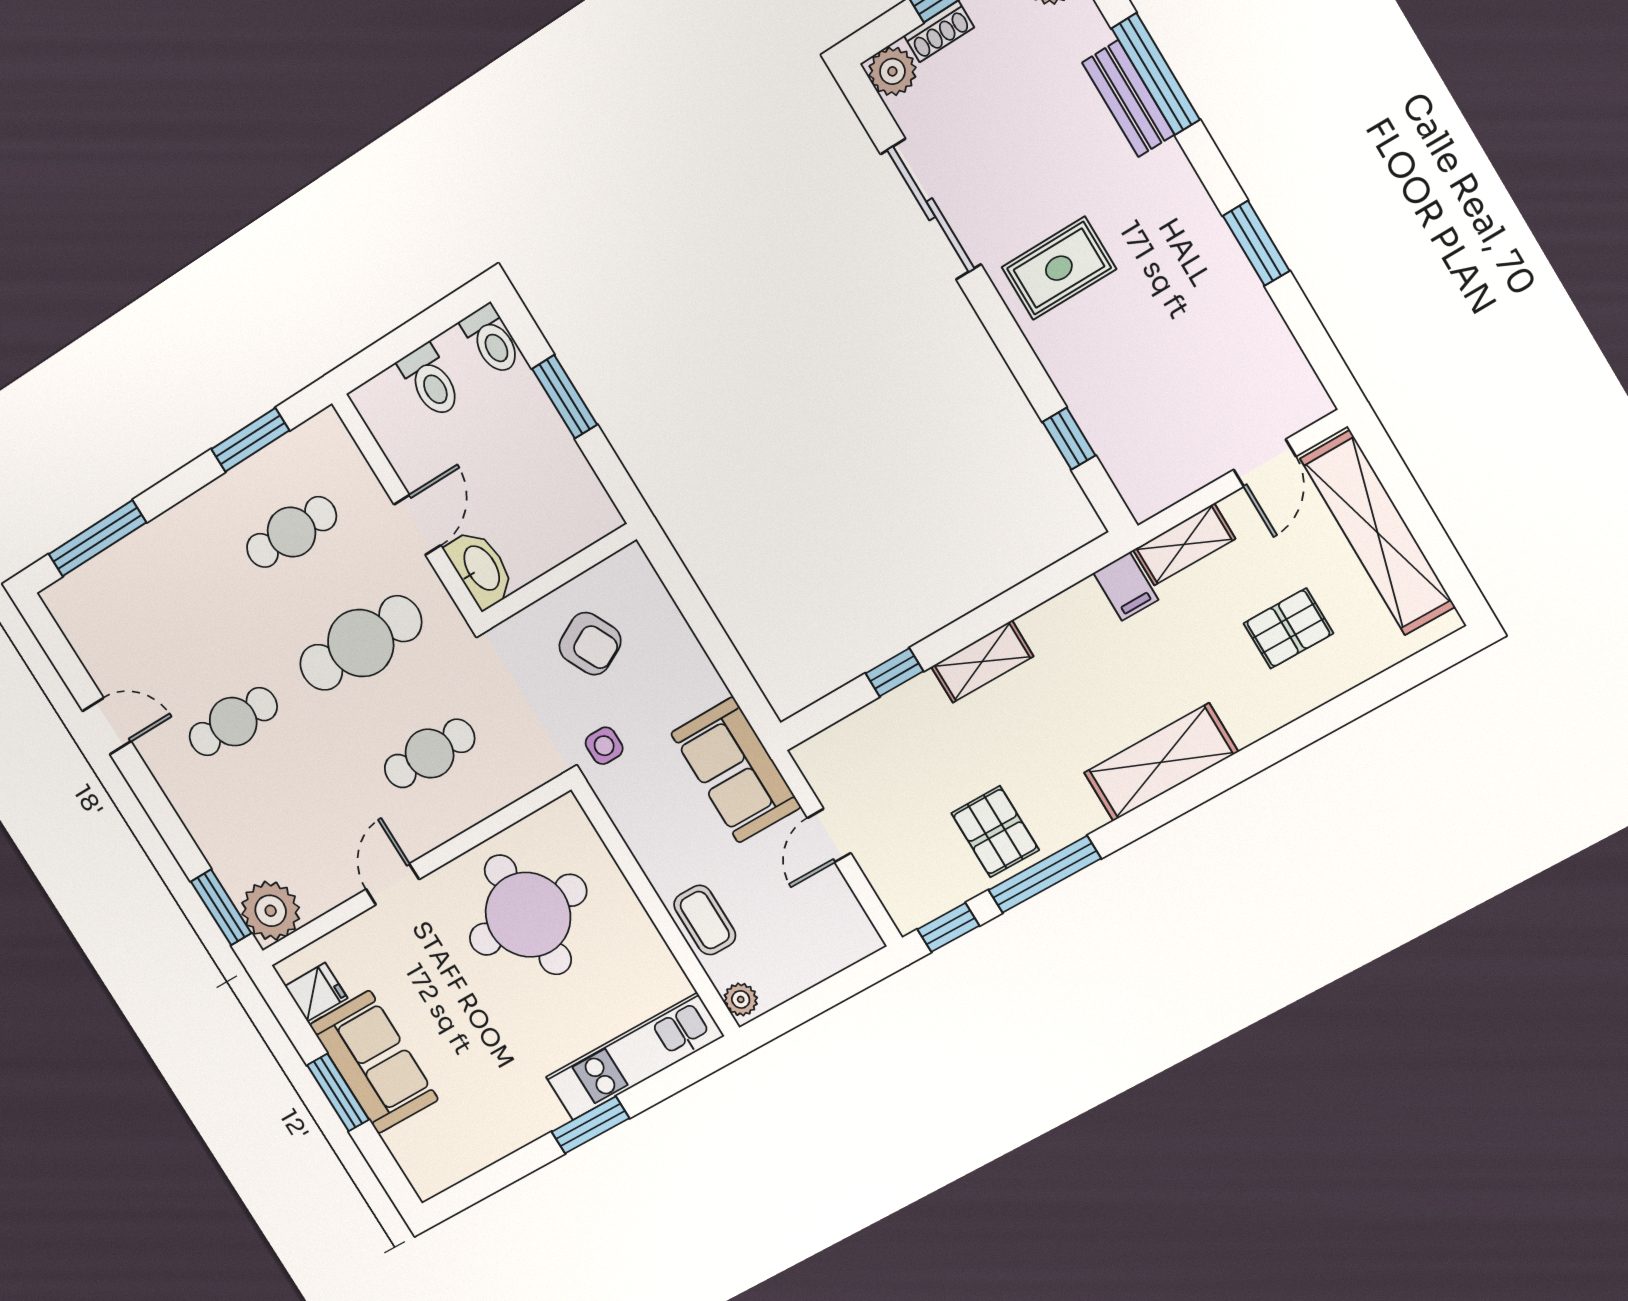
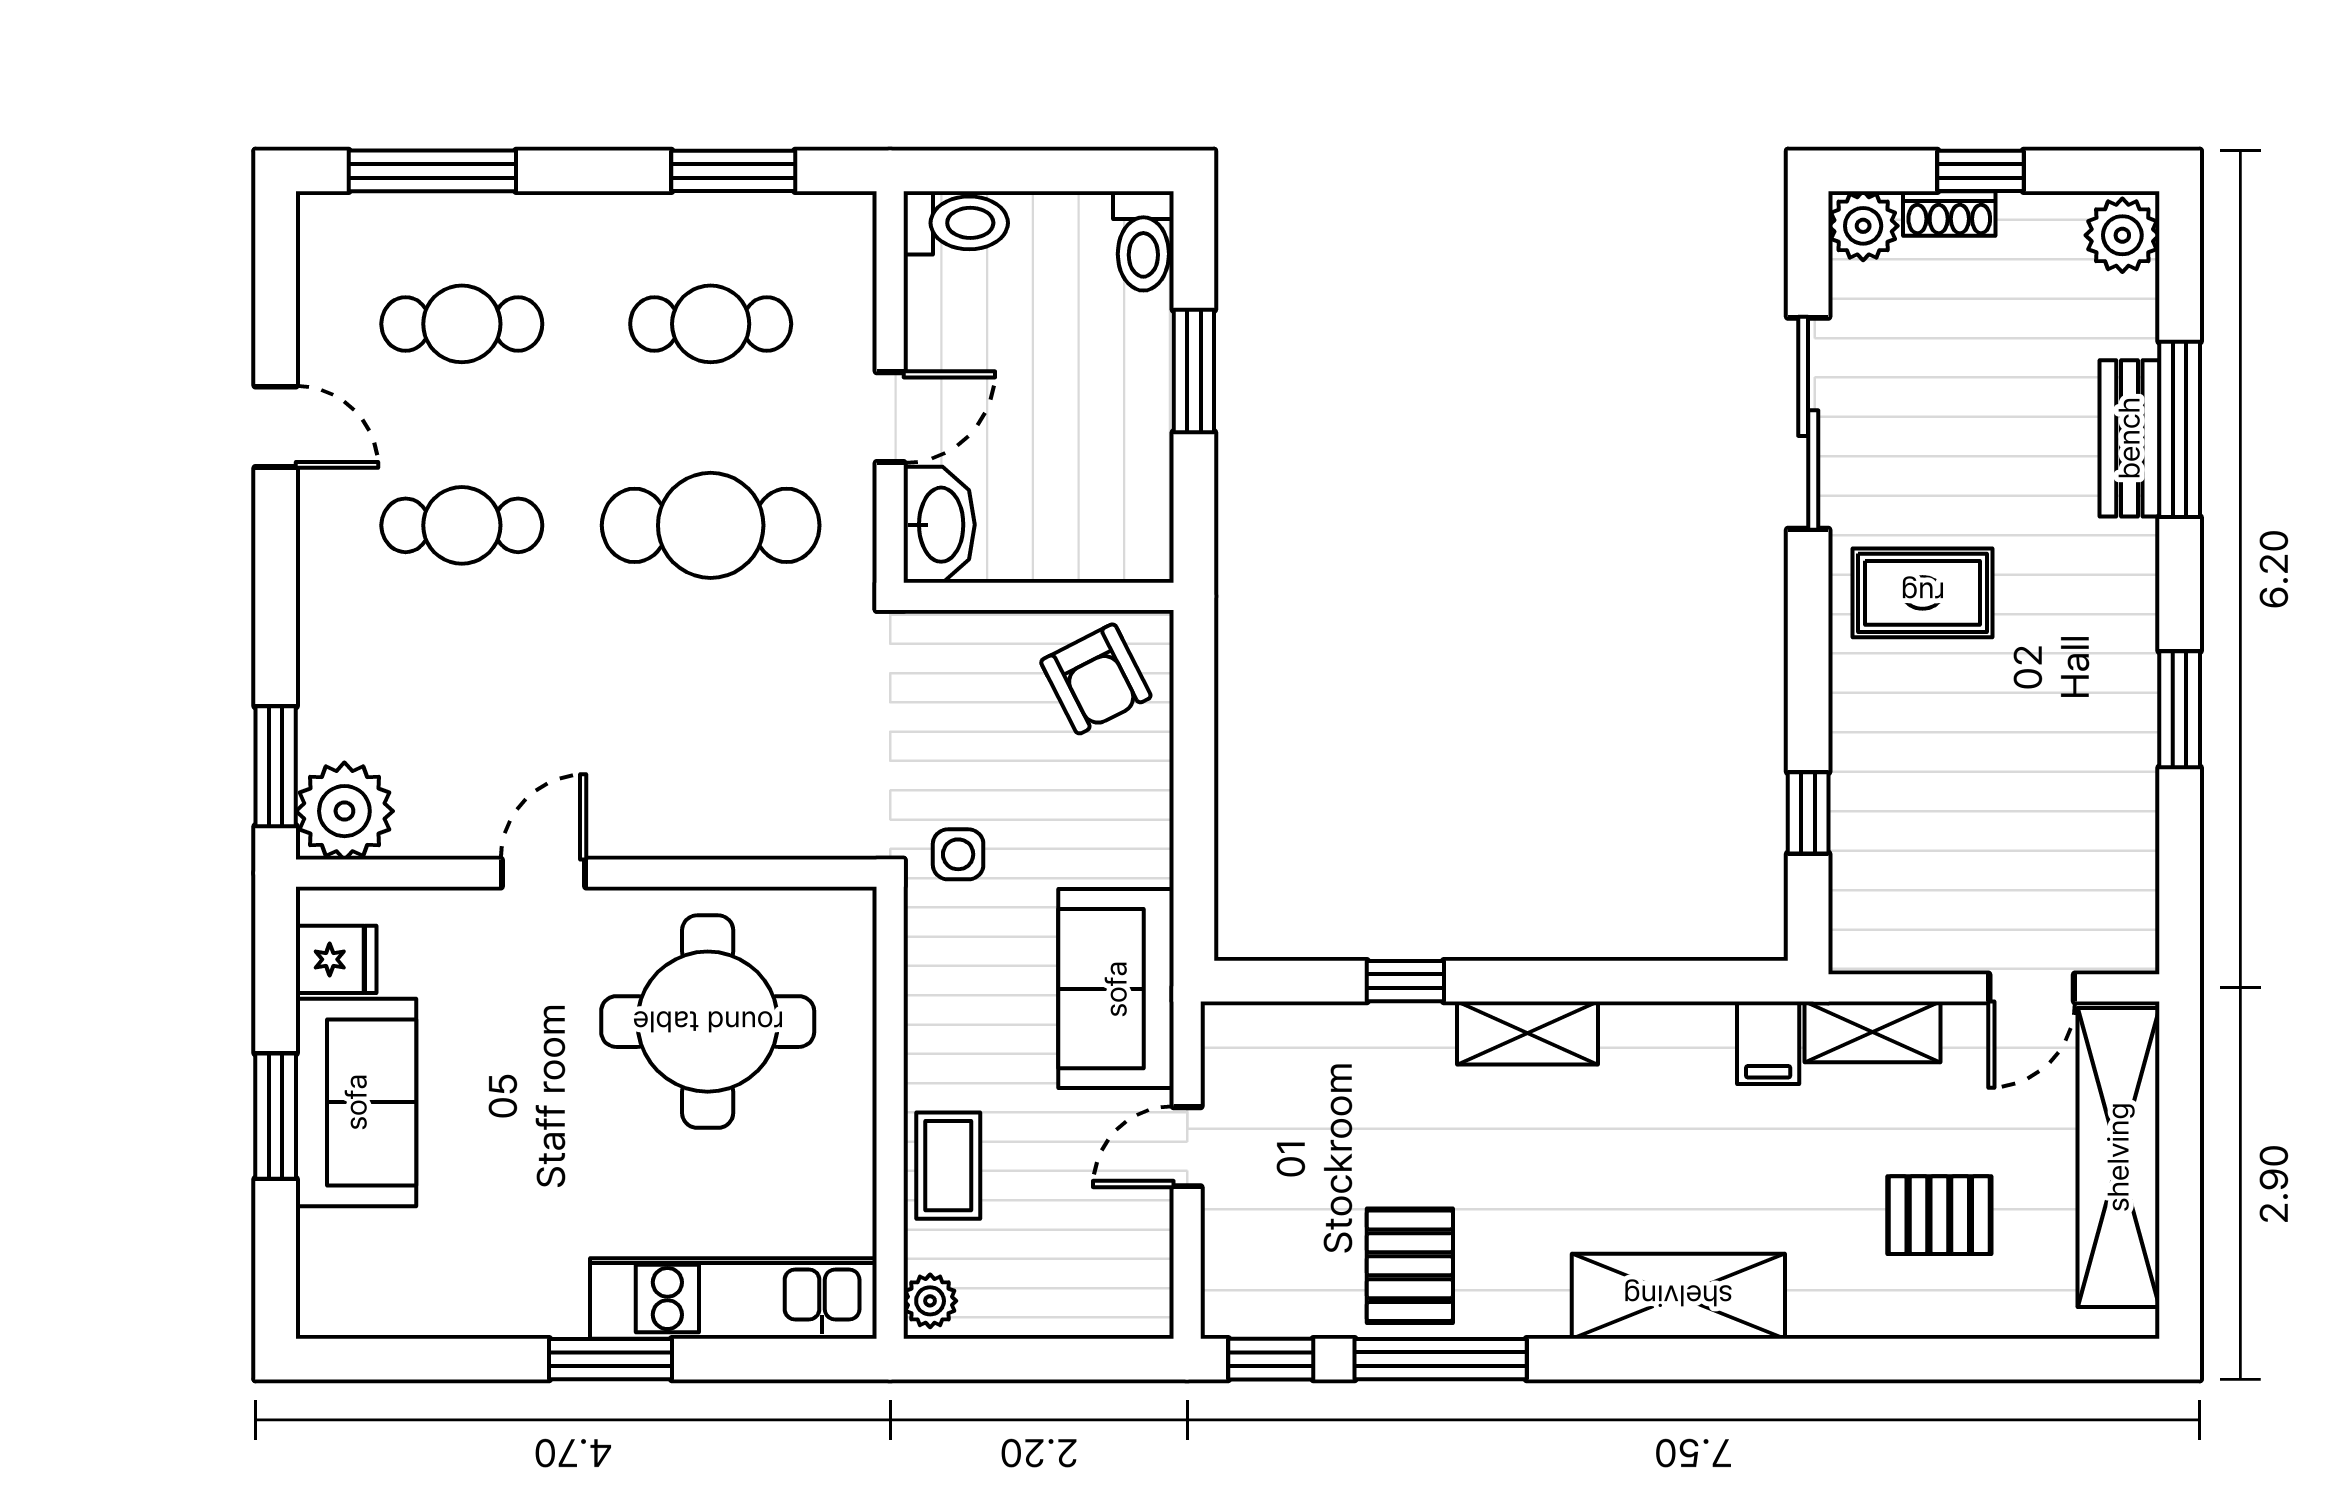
toilet: (430, 381) -> (956, 223), moved, turned -90
armchair: (590, 644) -> (1096, 679), moved
cafe table: (430, 753) -> (462, 324), moved

